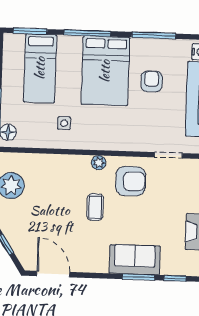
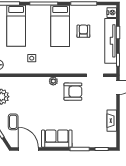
bed: (105, 71) -> (60, 26), width x0.67
coffee table: (95, 207) -> (13, 122), moved
sofa: (135, 260) -> (57, 139), moved

